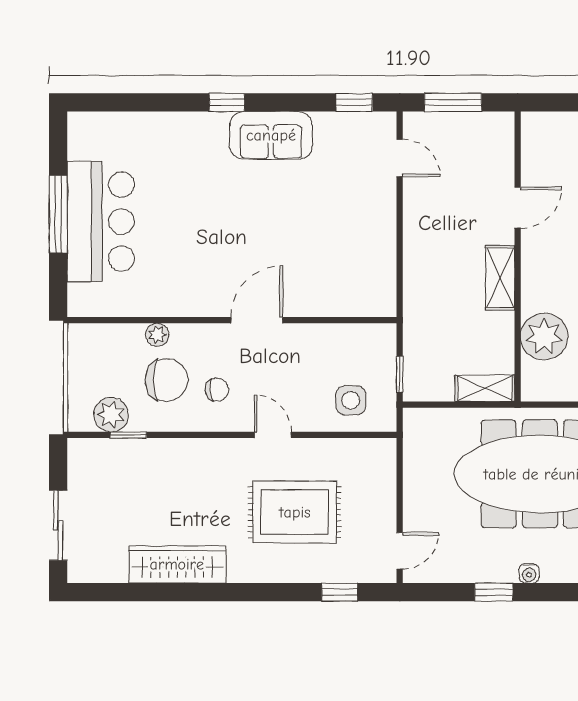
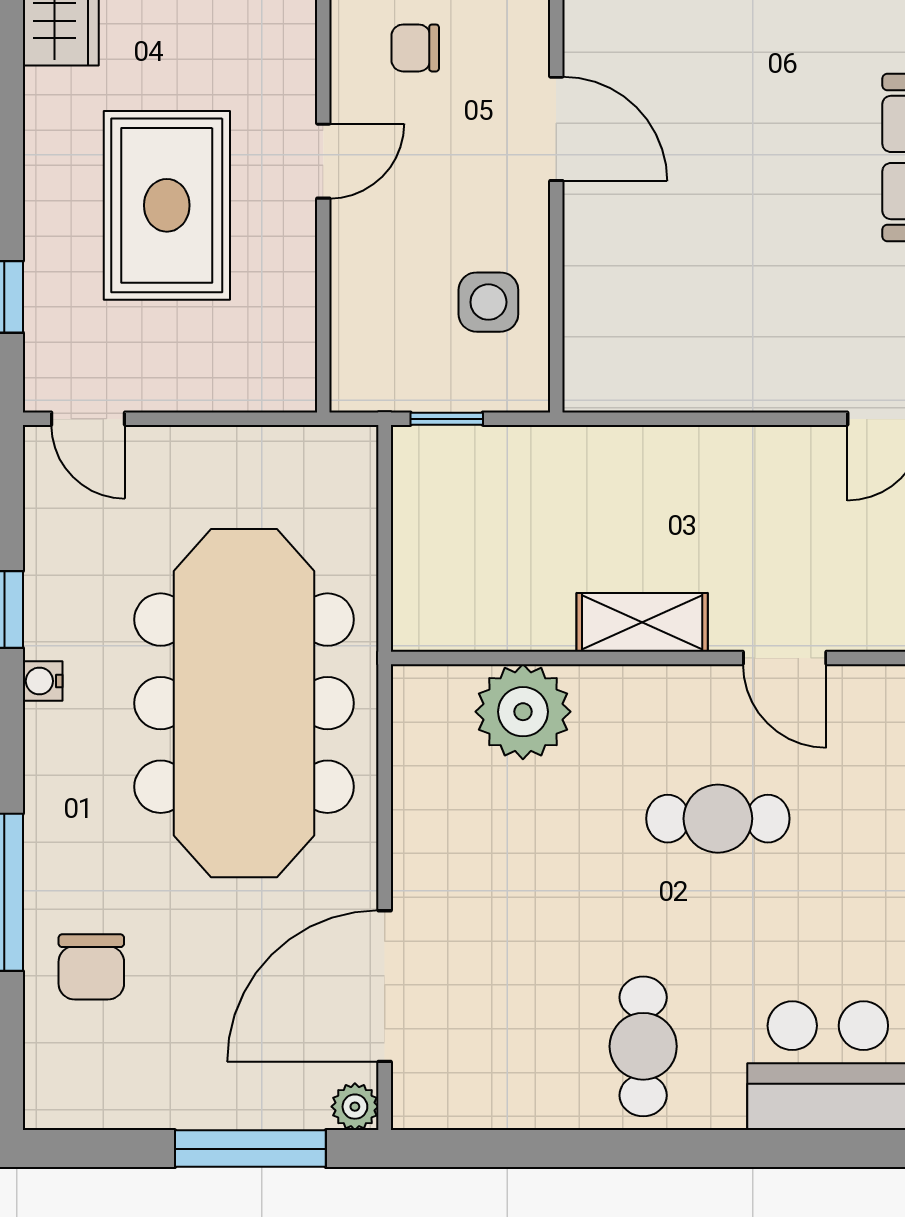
shelving: (485, 388) -> (418, 591), removed
chair: (217, 390) -> (415, 48), turned 95
side table: (351, 400) -> (488, 302), moved

